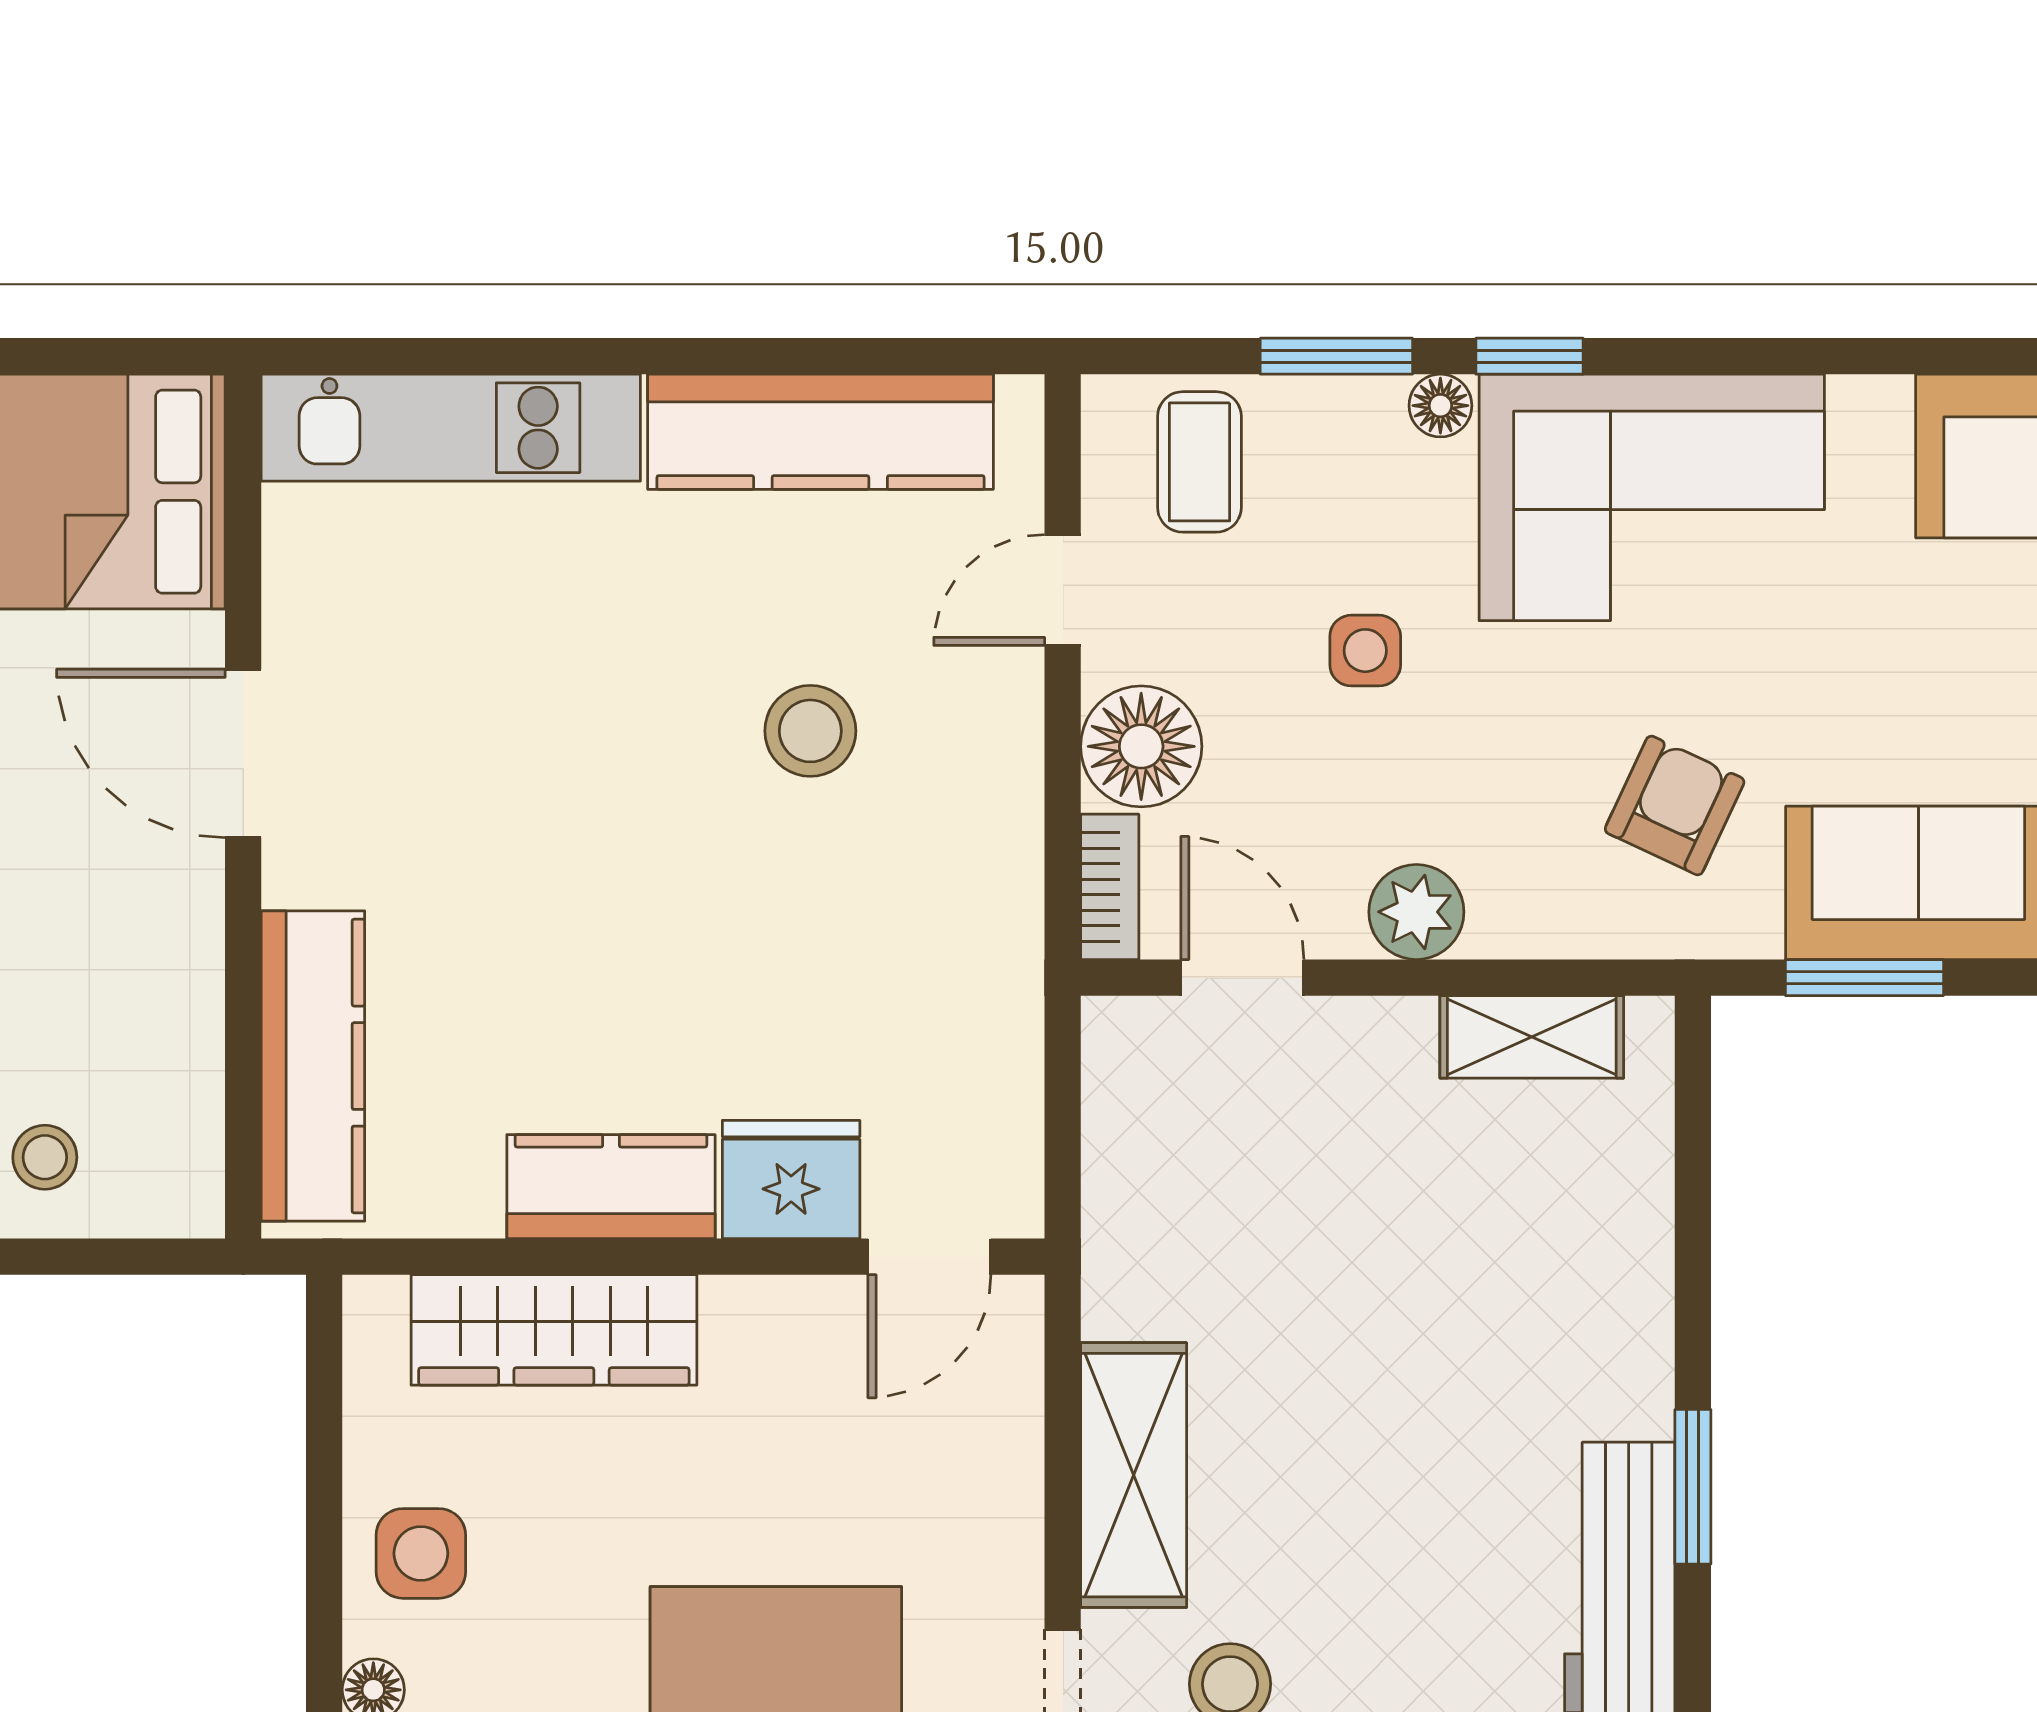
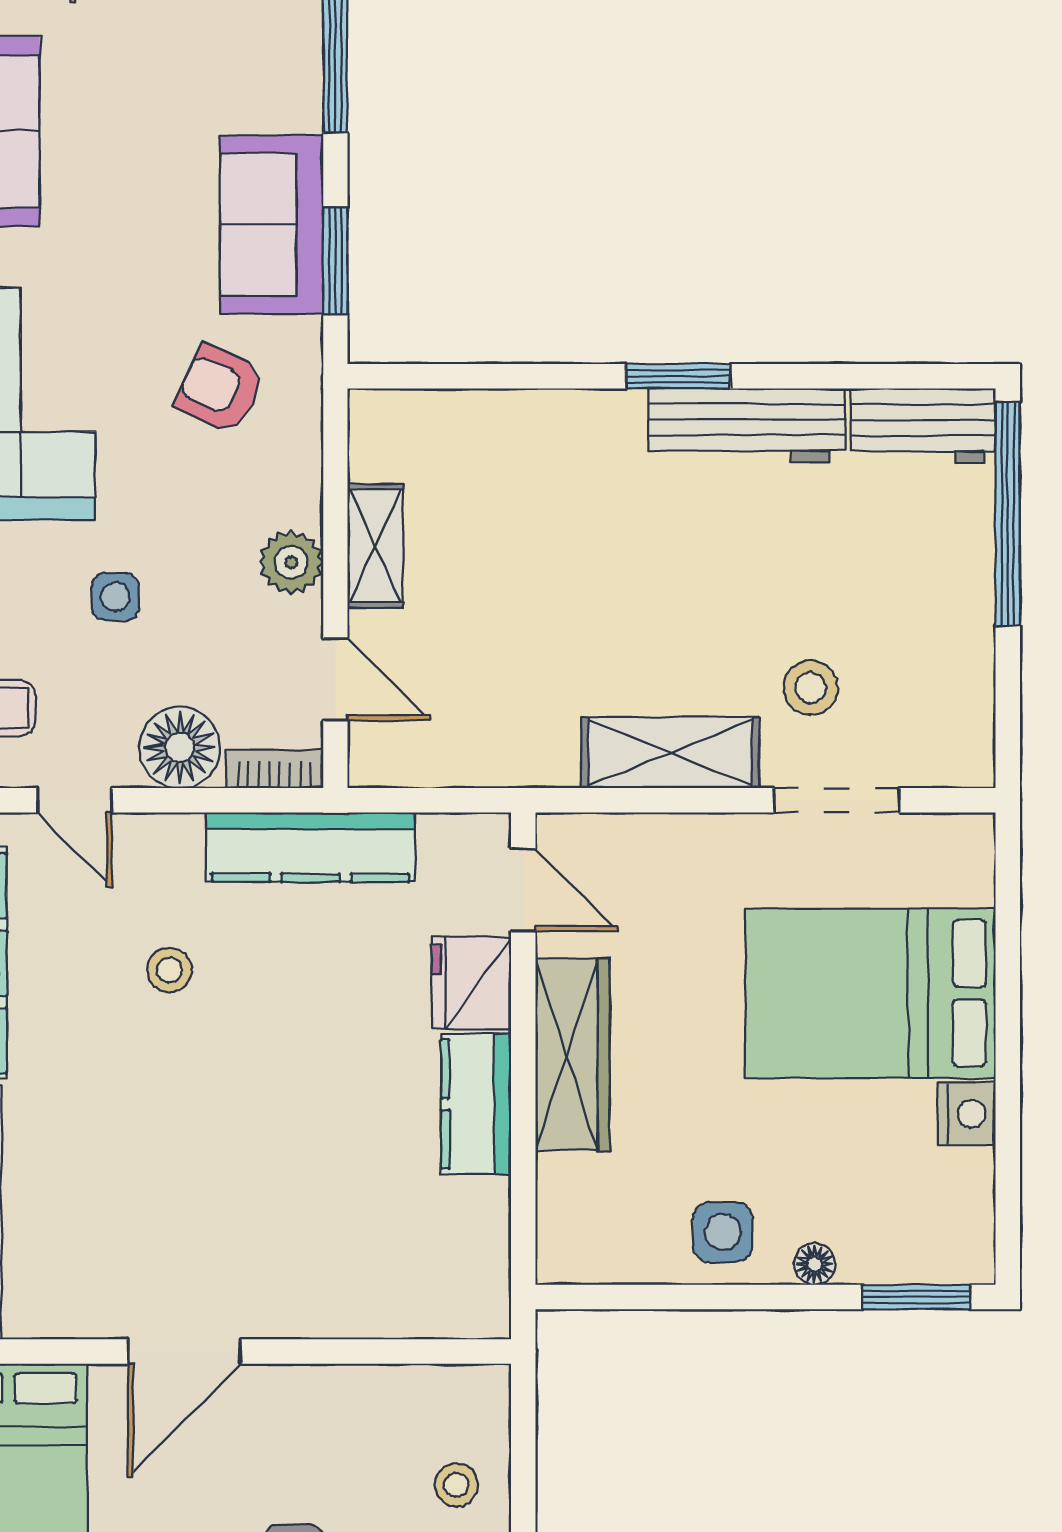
stool: (810, 731) -> (169, 970), width x0.73, depth x0.73
door: (1242, 978) -> (335, 679), swing flipped
shelving: (1532, 1037) -> (375, 546), moved
kitchen counter: (313, 1066) -> (311, 847), moved, turned 180
wardrobe: (554, 1330) -> (572, 1055), moved

